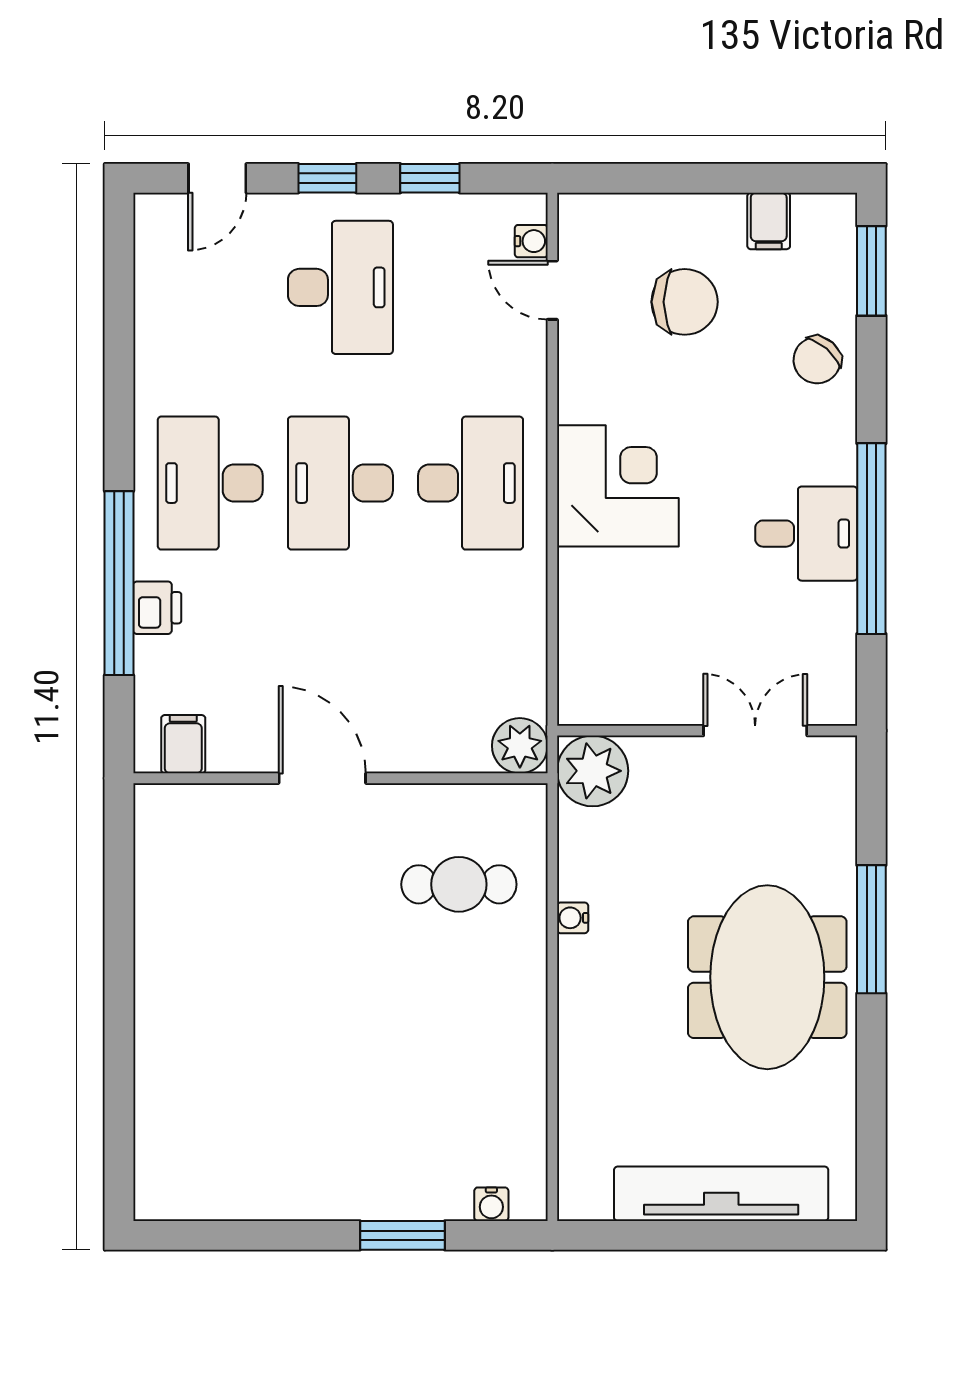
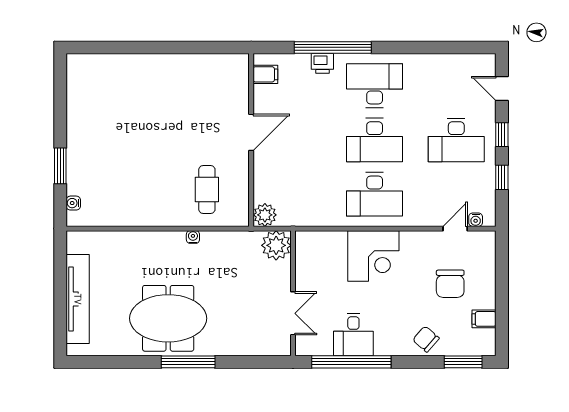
desk: (340, 483) -> (375, 140), turned 180
wall: (707, 731) -> (293, 293), moved
double door: (755, 731) -> (293, 313), moved
plant: (593, 771) -> (276, 245), moved

